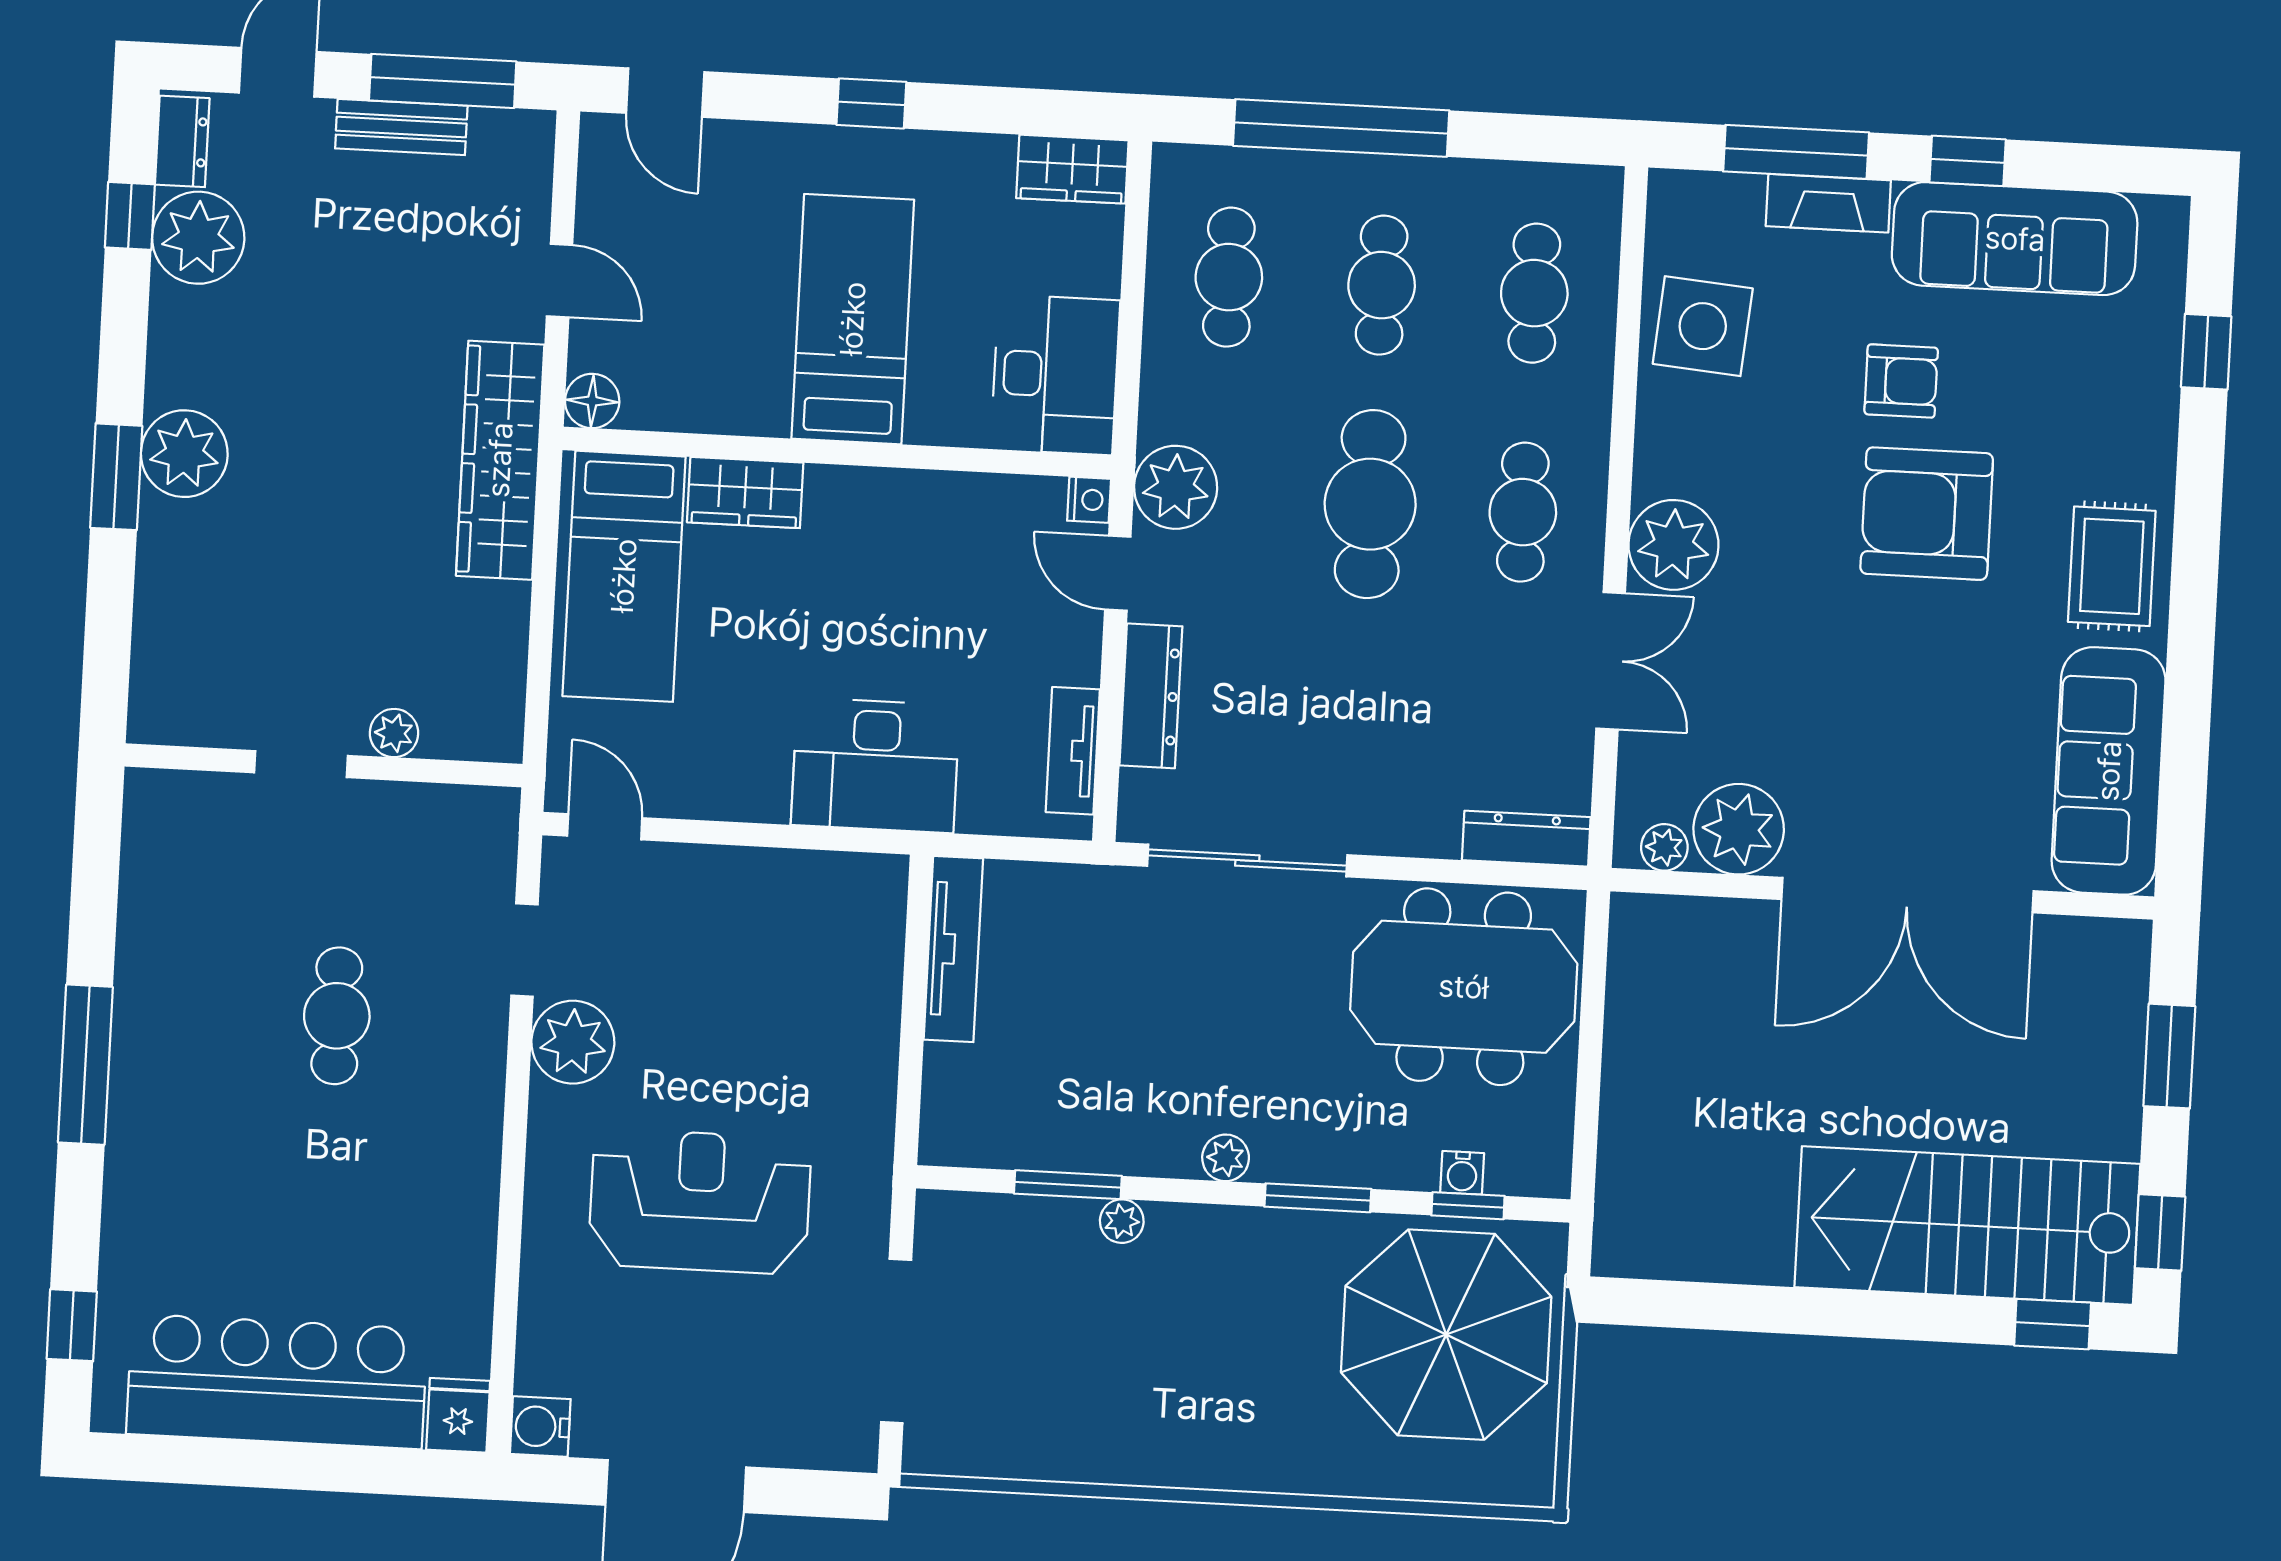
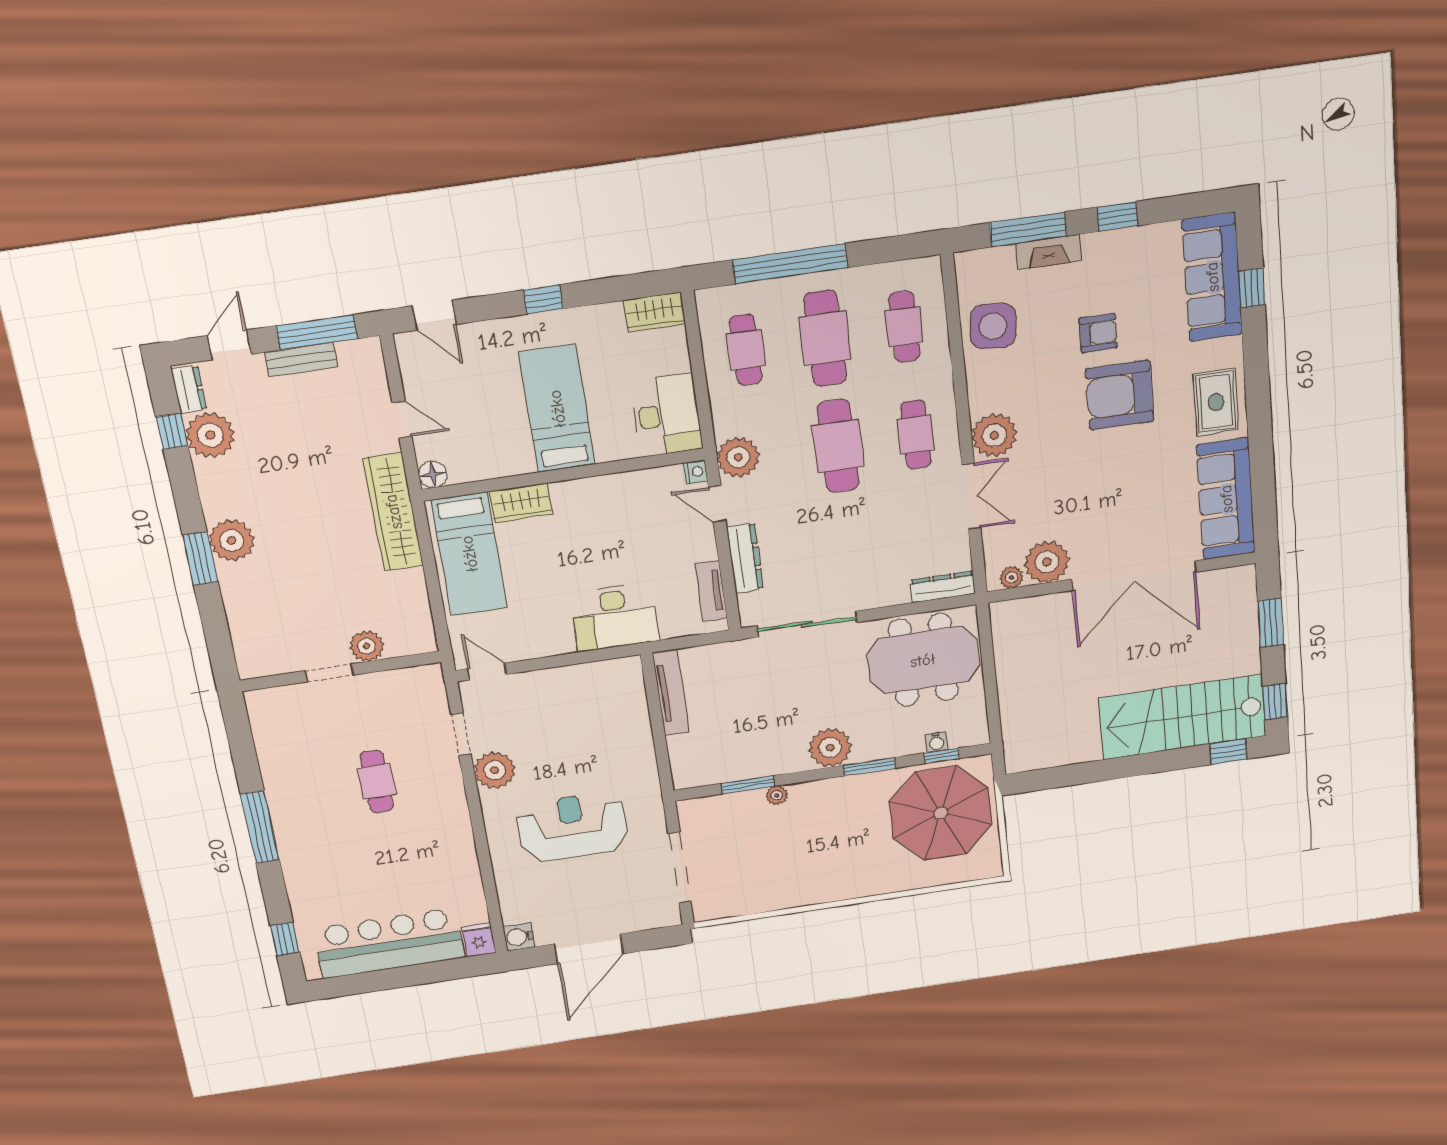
sofa: (2015, 239) -> (1212, 277), moved, turned 90
cafe table: (1382, 285) -> (825, 338), width x1.37, depth x1.35
plant: (394, 733) -> (366, 646), width x1.38, depth x1.38
plant: (1226, 1158) -> (830, 748), width x1.87, depth x1.87

